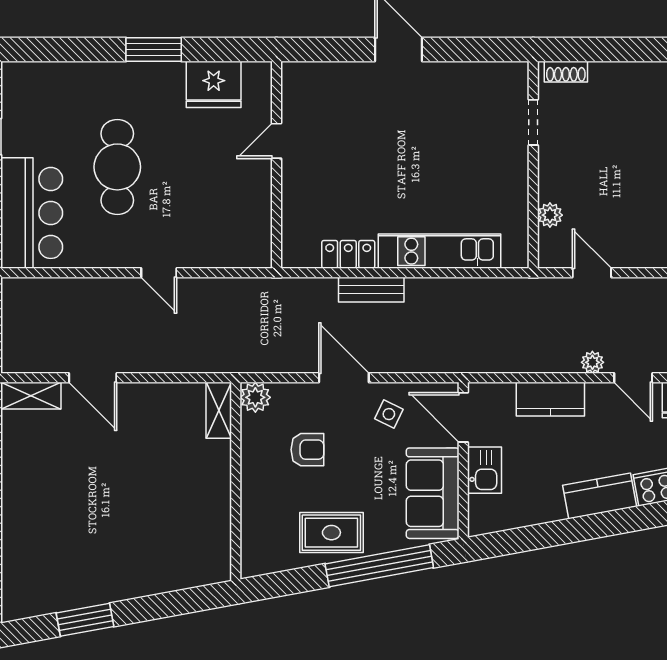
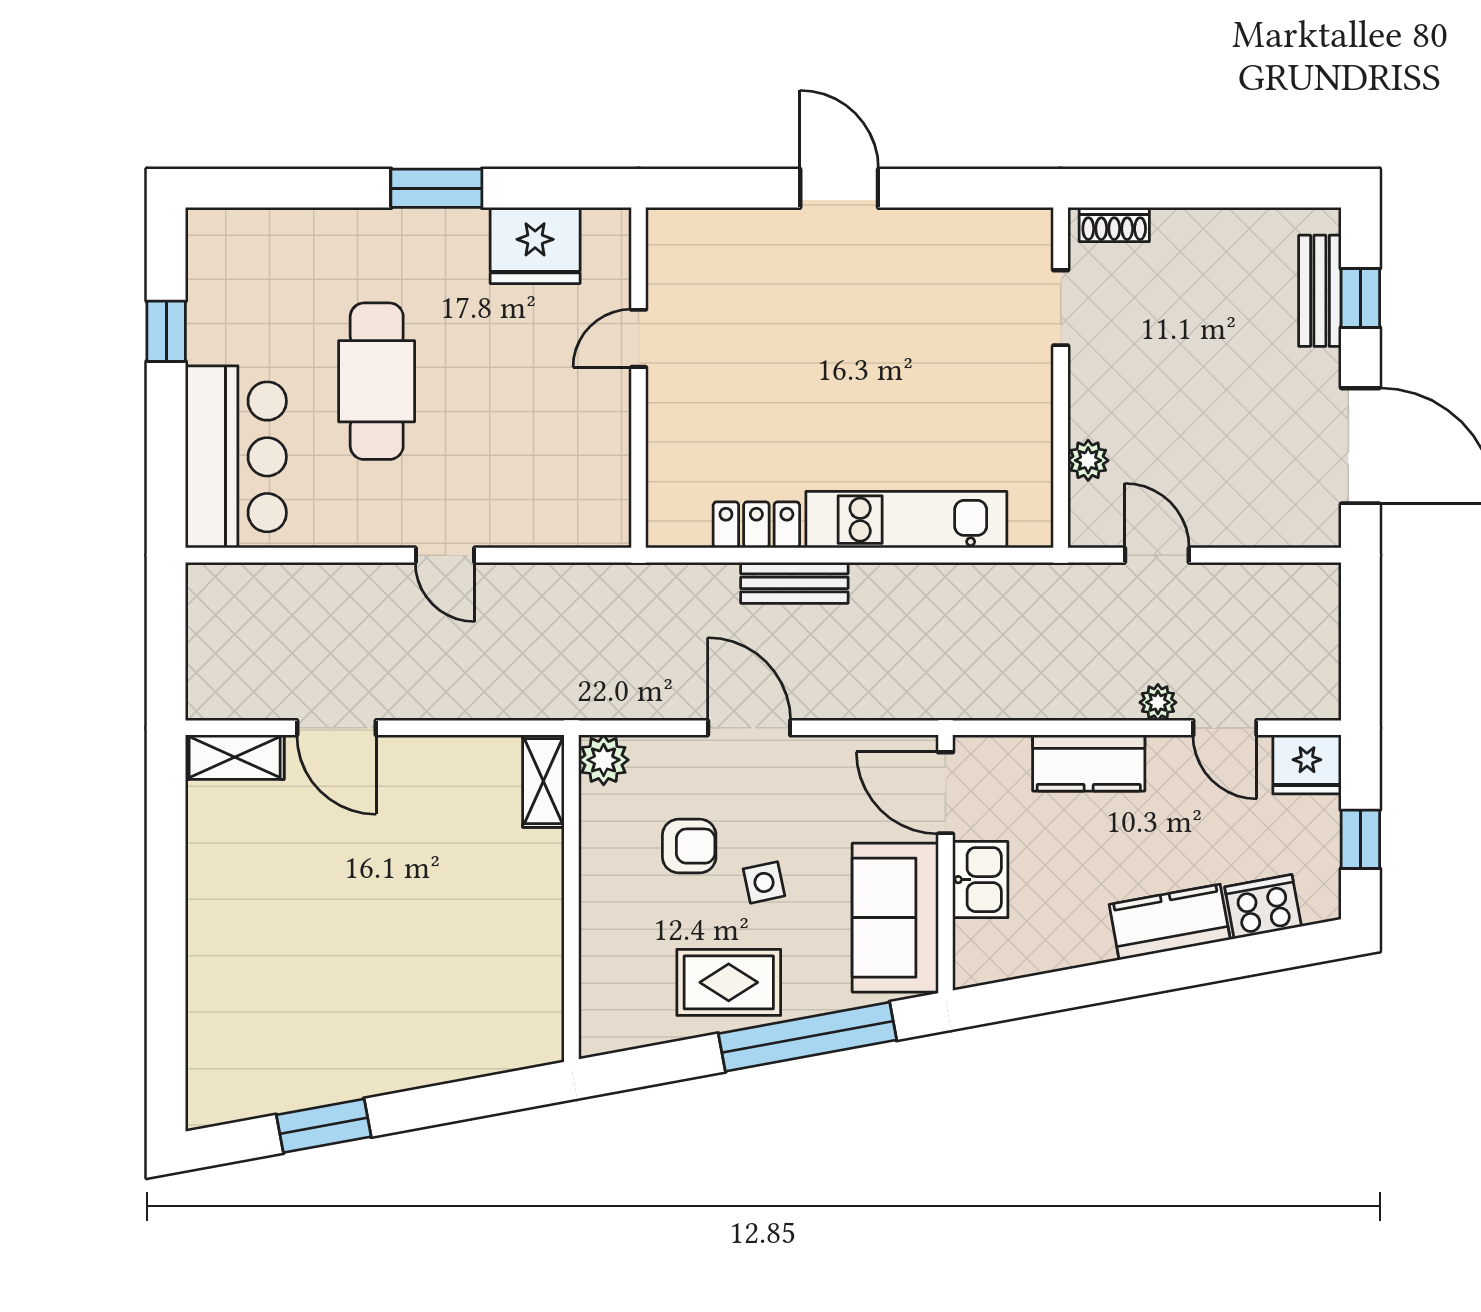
side table: (389, 414) -> (764, 882), moved, turned -38

